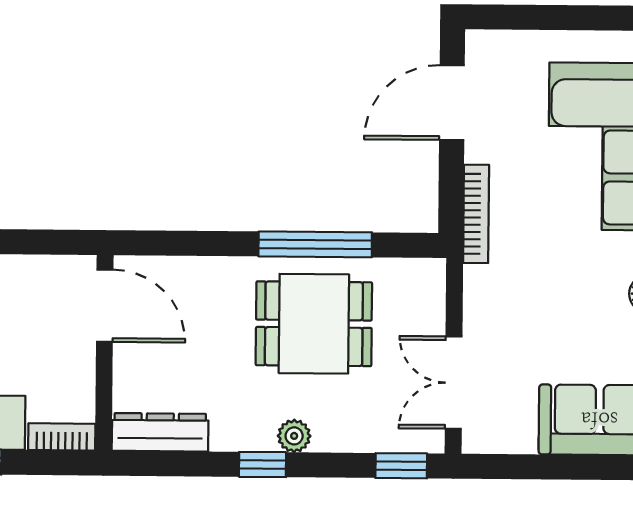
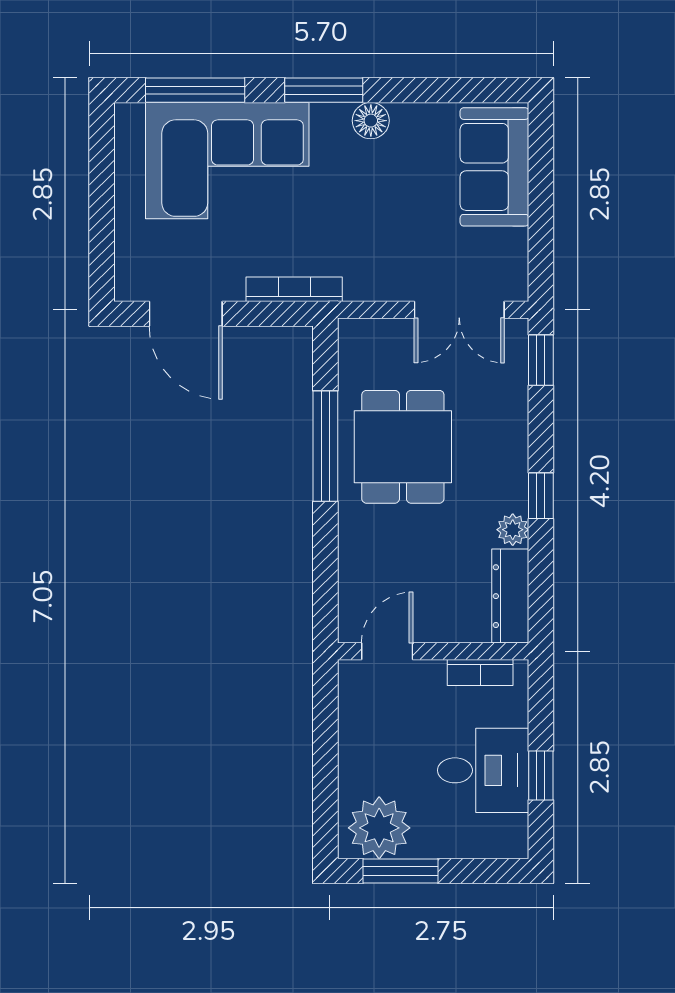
door: (105, 306) -> (387, 651), width x0.73
plant: (294, 436) -> (513, 530), moved
bookcase: (62, 437) -> (480, 673), moved, turned -90

